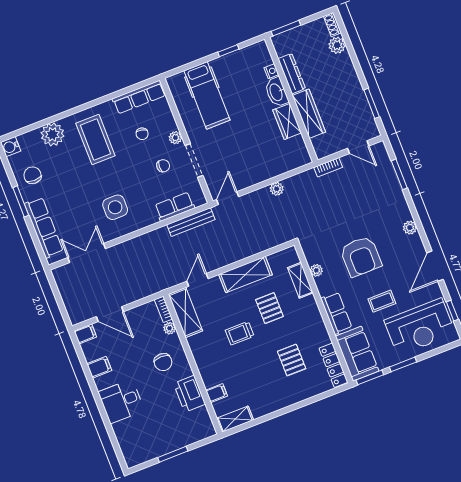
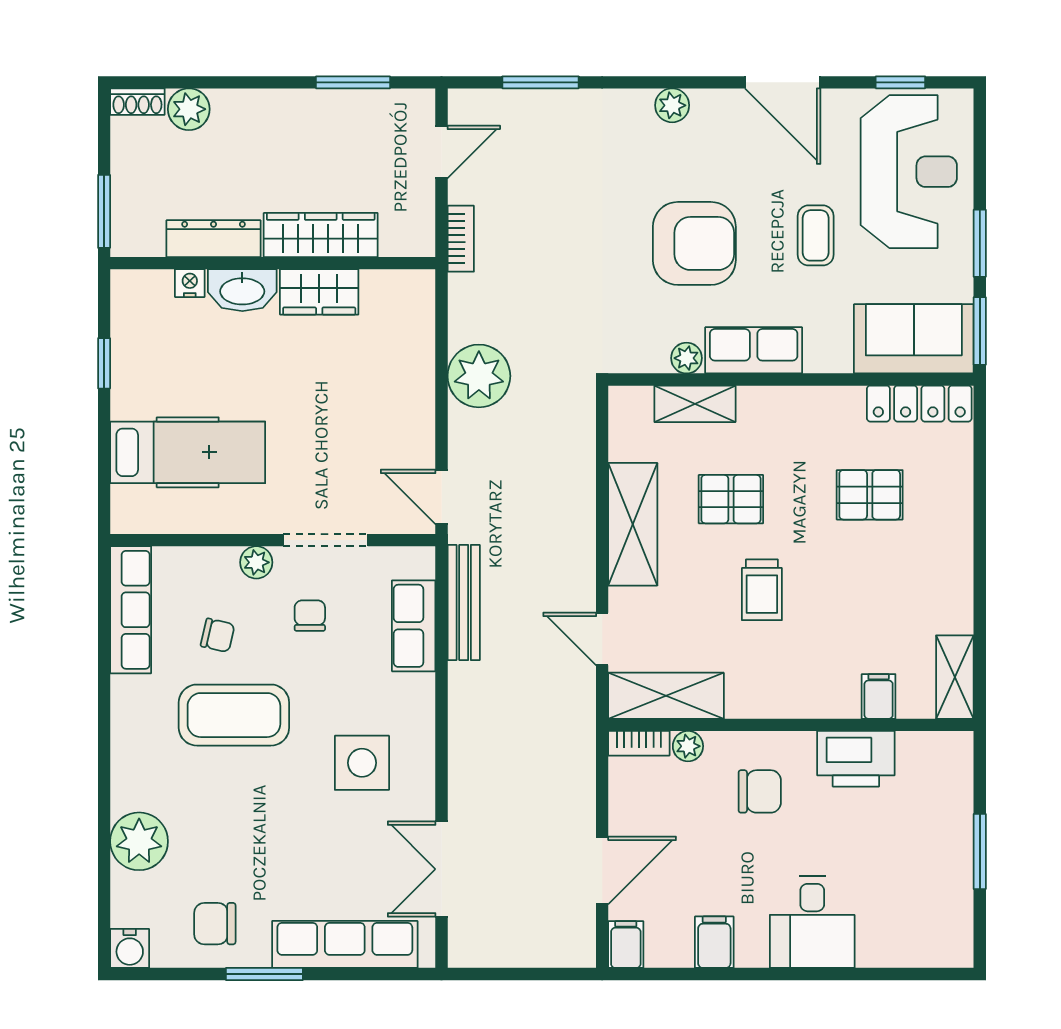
coffee table: (95, 139) -> (234, 715), moved
plant: (277, 189) -> (479, 376), width x1.87, depth x1.87
row of seats: (336, 313) -> (754, 350), moved

